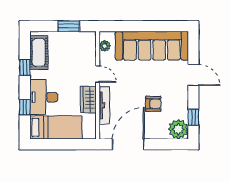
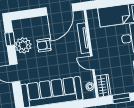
wardrobe: (89, 100) -> (103, 86), moved
plant: (178, 129) -> (23, 45), moved

